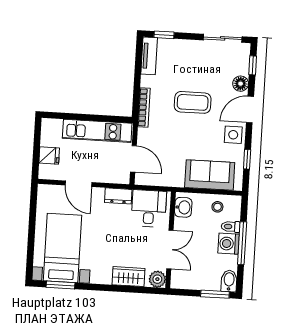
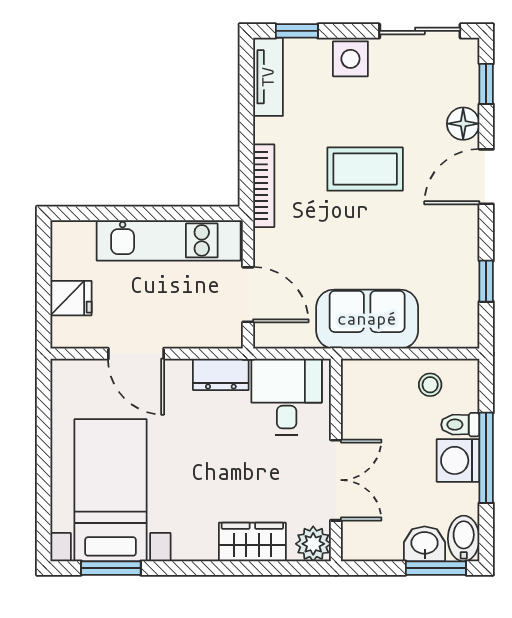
side table: (233, 135) -> (350, 59), moved
sofa: (210, 175) -> (367, 319), moved
washbasin: (183, 207) -> (425, 544), moved, turned -90

